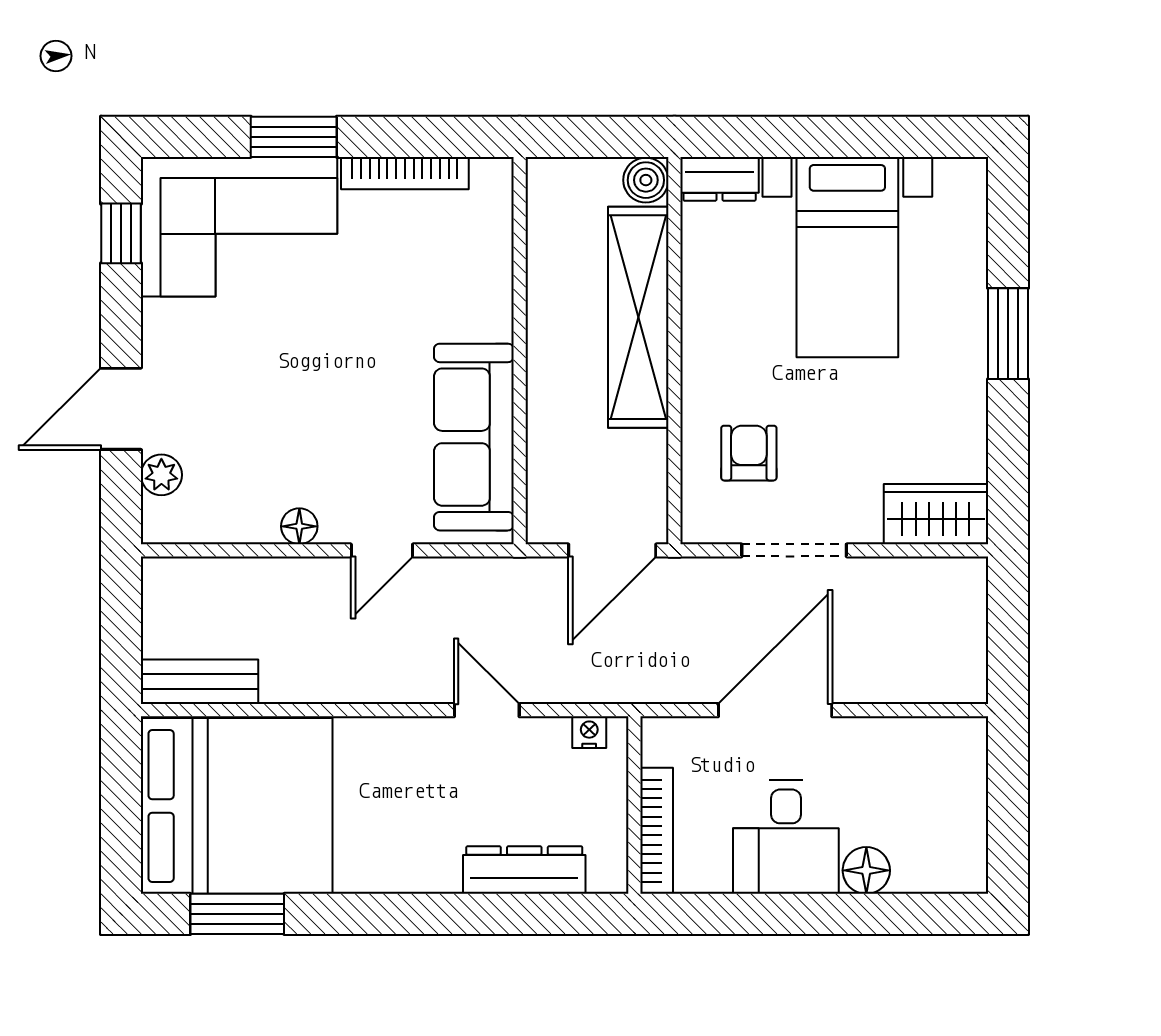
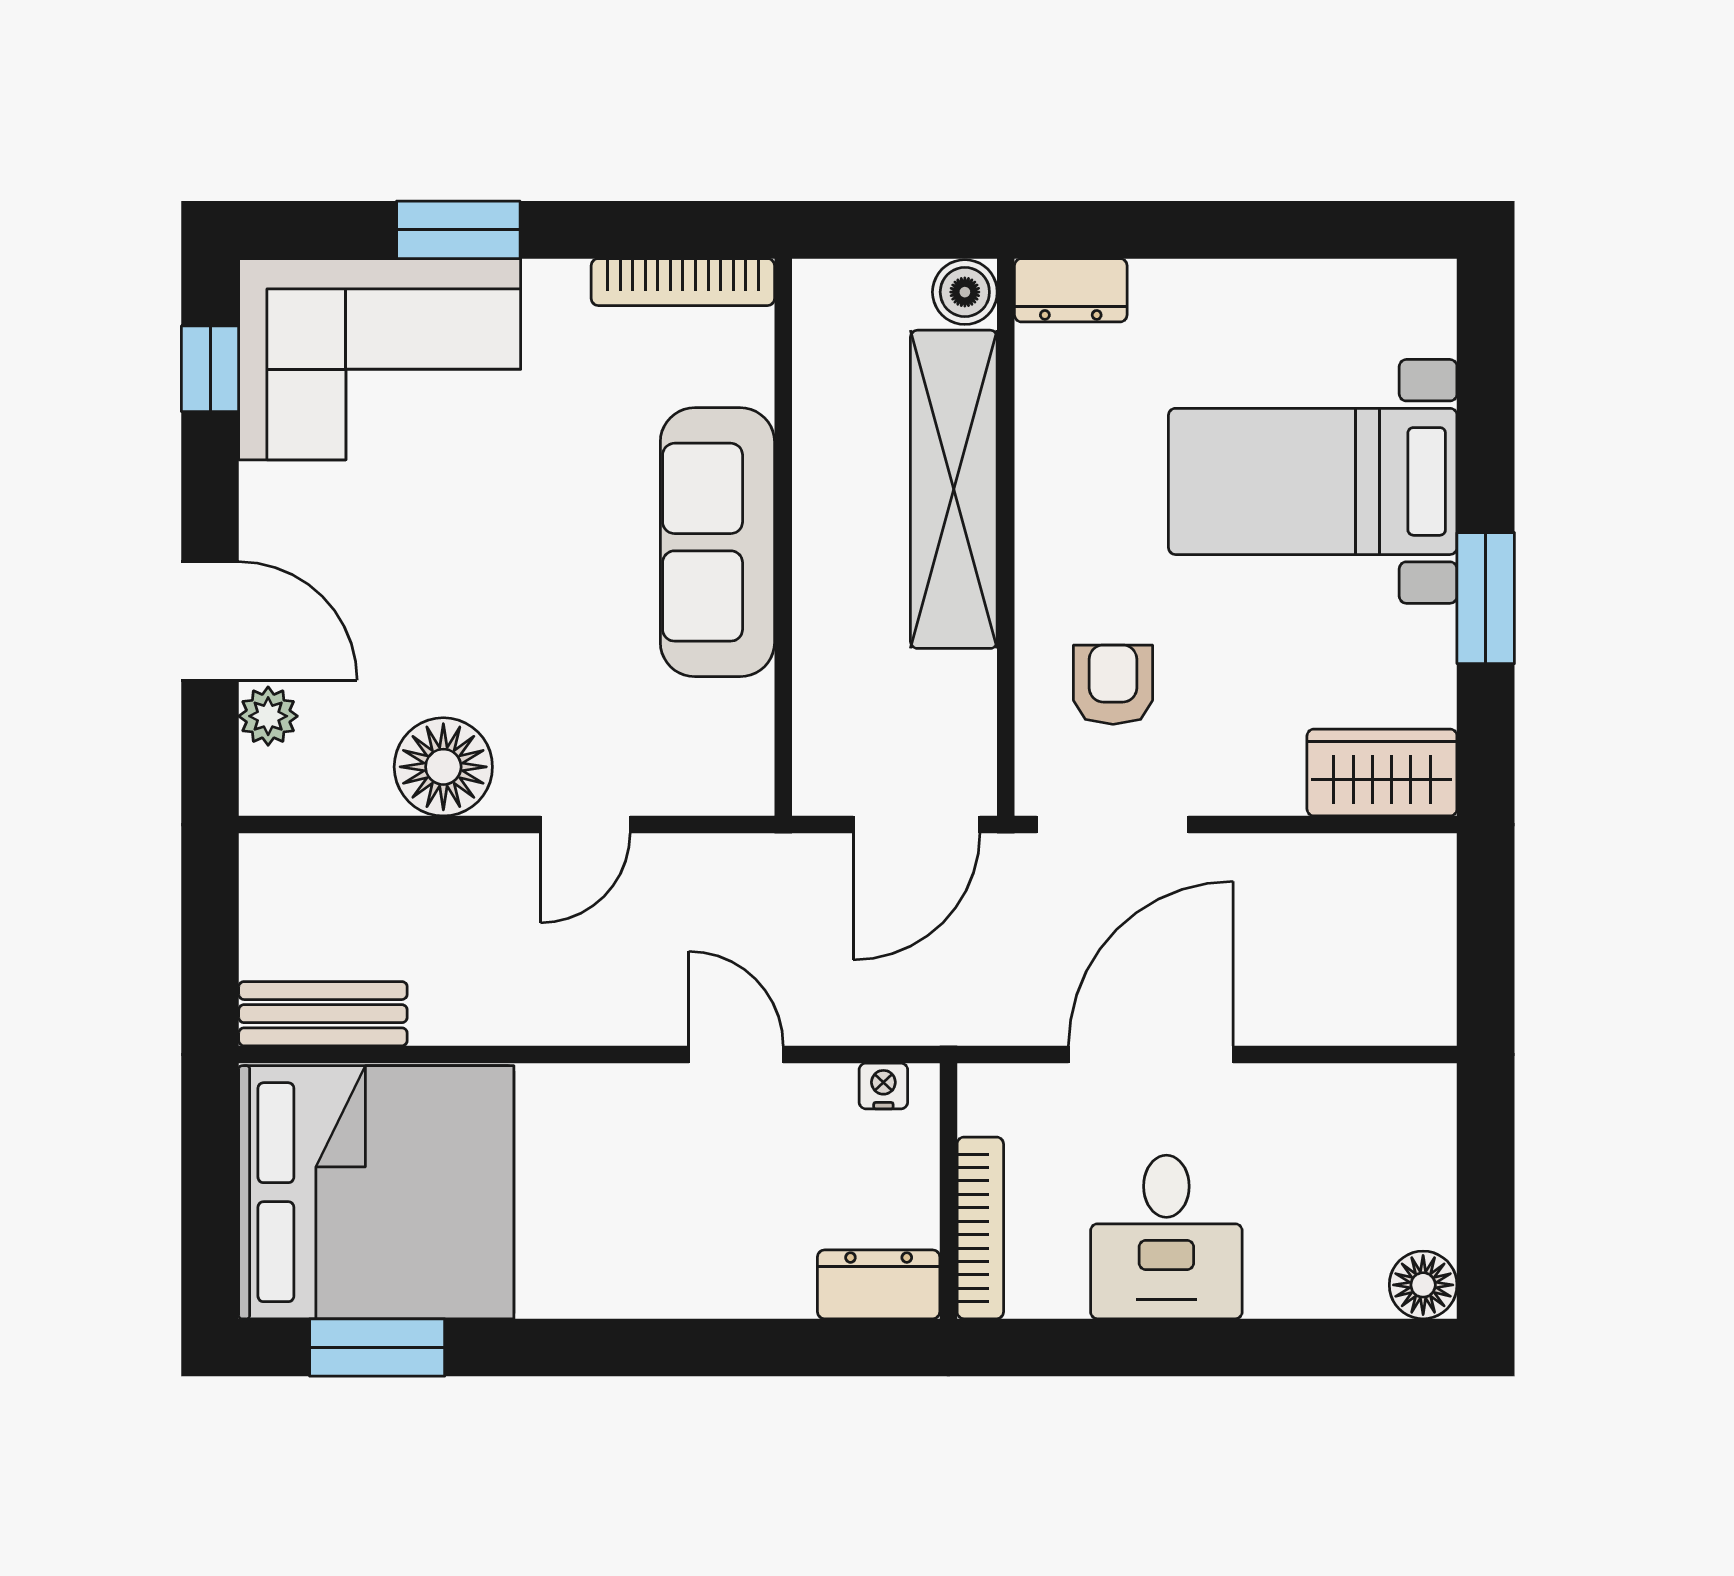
bookcase: (405, 173) -> (683, 282), moved
bed with nightstands: (847, 257) -> (1313, 481), moved, turned 90
window: (1008, 334) -> (1486, 598), moved
door: (121, 409) -> (210, 621), swing flipped
sofa: (474, 437) -> (717, 542), moved
floor lamp: (299, 526) -> (443, 767), width x1.89, depth x1.89
doorway: (794, 550) -> (1113, 825), moved
dresser: (524, 870) -> (879, 1284), moved, width x0.70
floor lamp: (866, 870) -> (1423, 1285), moved

